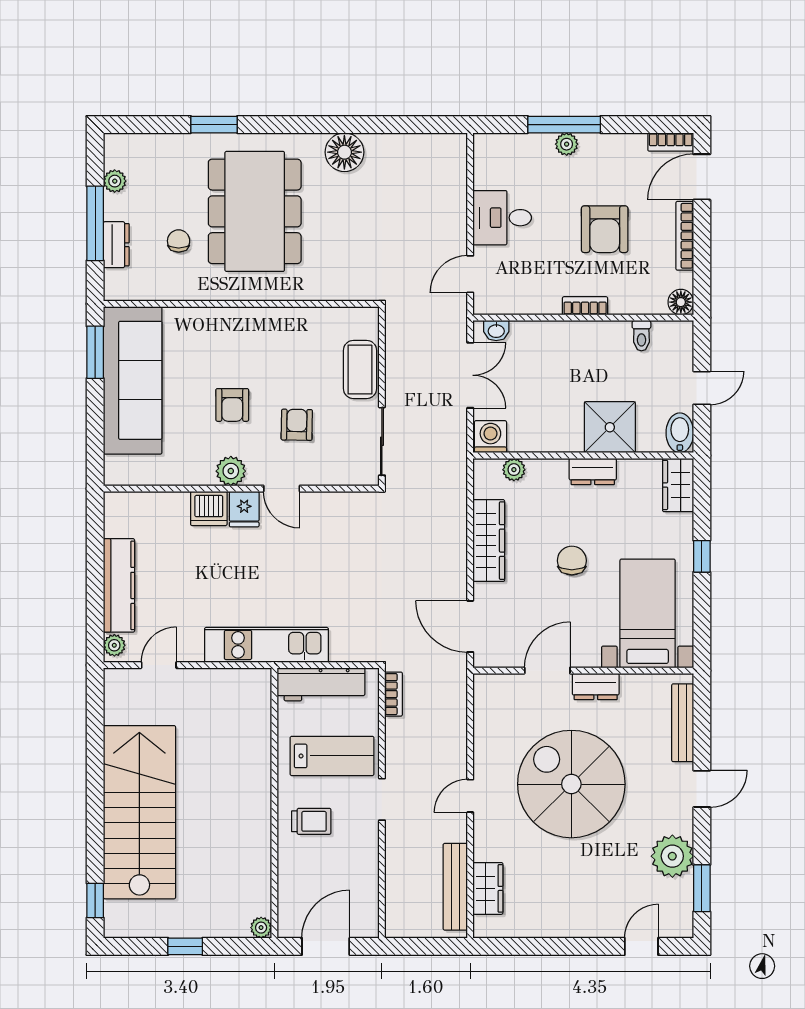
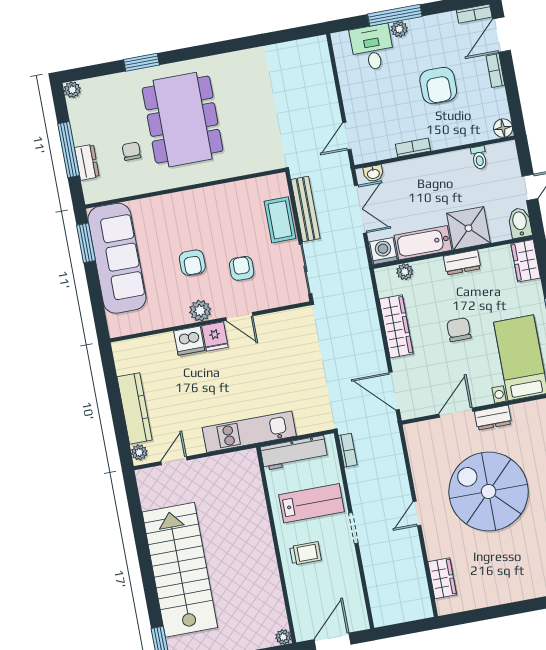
floor lamp: (344, 152) -> (240, 65), removed
plant: (115, 181) -> (72, 90), moved
desk: (502, 218) -> (372, 48), moved, turned 90
bookcase: (685, 236) -> (495, 71), width x0.64
bookcase: (585, 306) -> (413, 148), moved
bathtub: (545, 435) -> (423, 243), added
bench: (455, 887) -> (306, 209), moved

